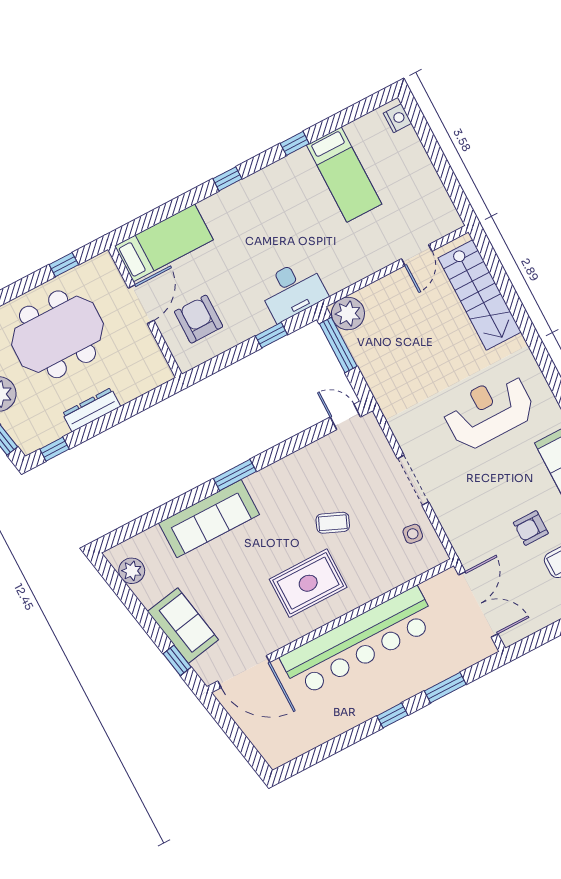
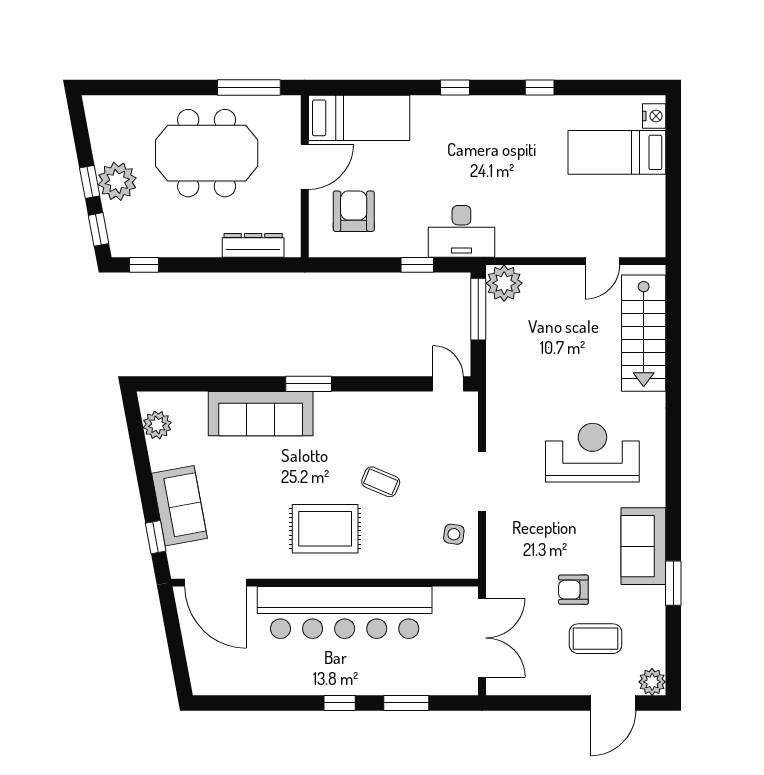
bed: (344, 175) -> (617, 152), moved, turned 90
window: (64, 265) -> (249, 88), width x2.17
dresser: (91, 410) -> (253, 245), moved

